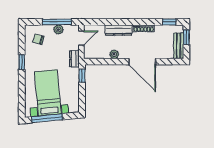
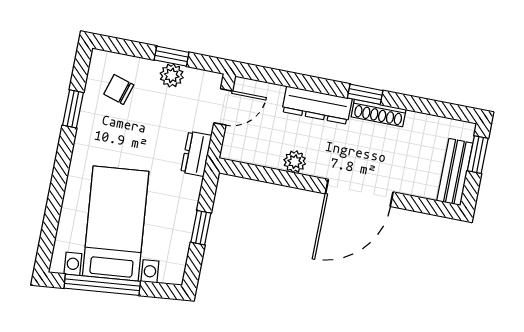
window: (57, 22) -> (172, 56), width x0.46
window: (169, 22) -> (365, 94), moved
window: (22, 62) -> (73, 109), moved
door: (142, 62) -> (359, 193), hinge flipped
window: (82, 76) -> (201, 228), moved

